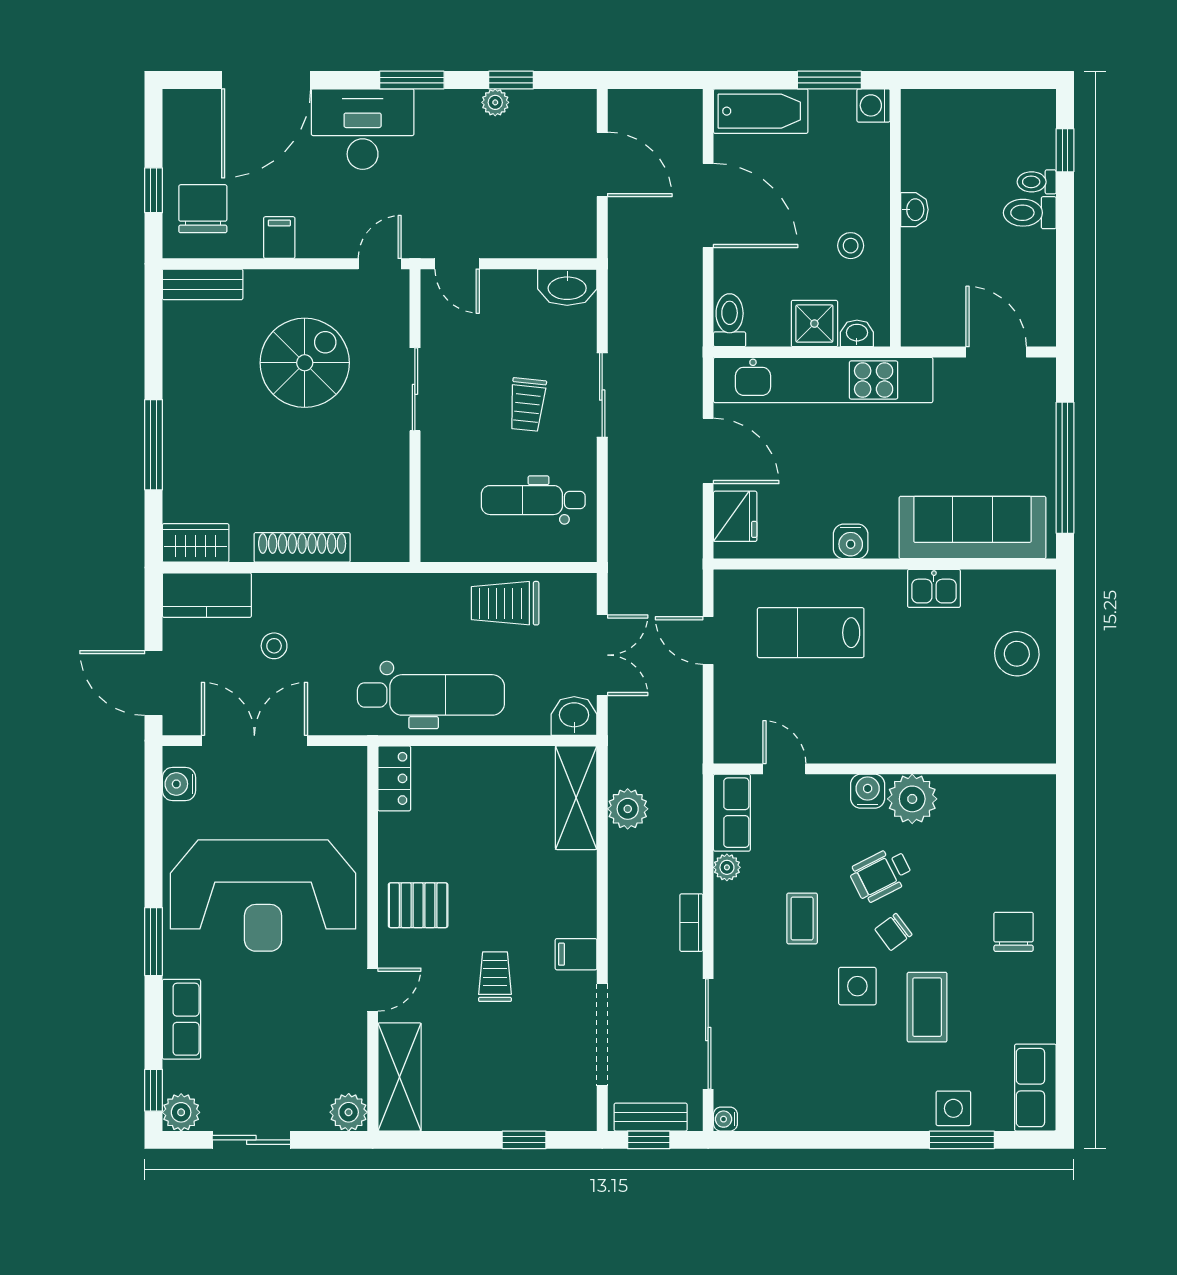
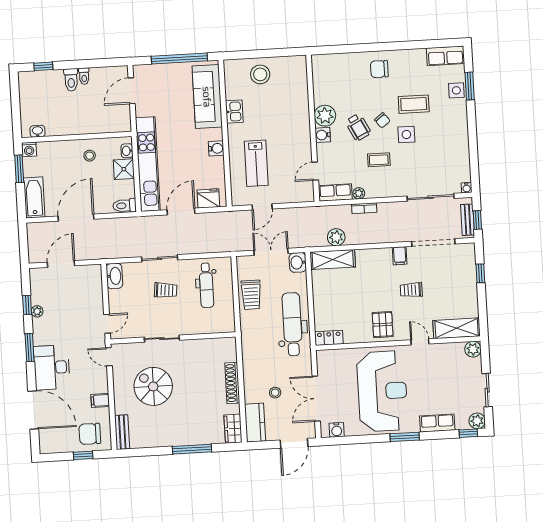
toilet: (1037, 182) -> (84, 76), moved
washbasin: (914, 210) -> (37, 131), moved
bookcase: (691, 923) -> (364, 208), moved

